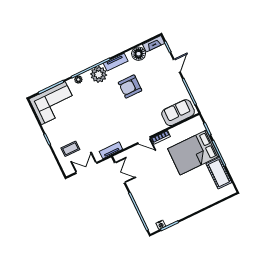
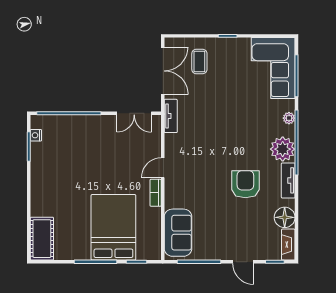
double door: (86, 168) -> (163, 71), width x1.37
cot: (219, 173) -> (42, 239), moved, turned 90

